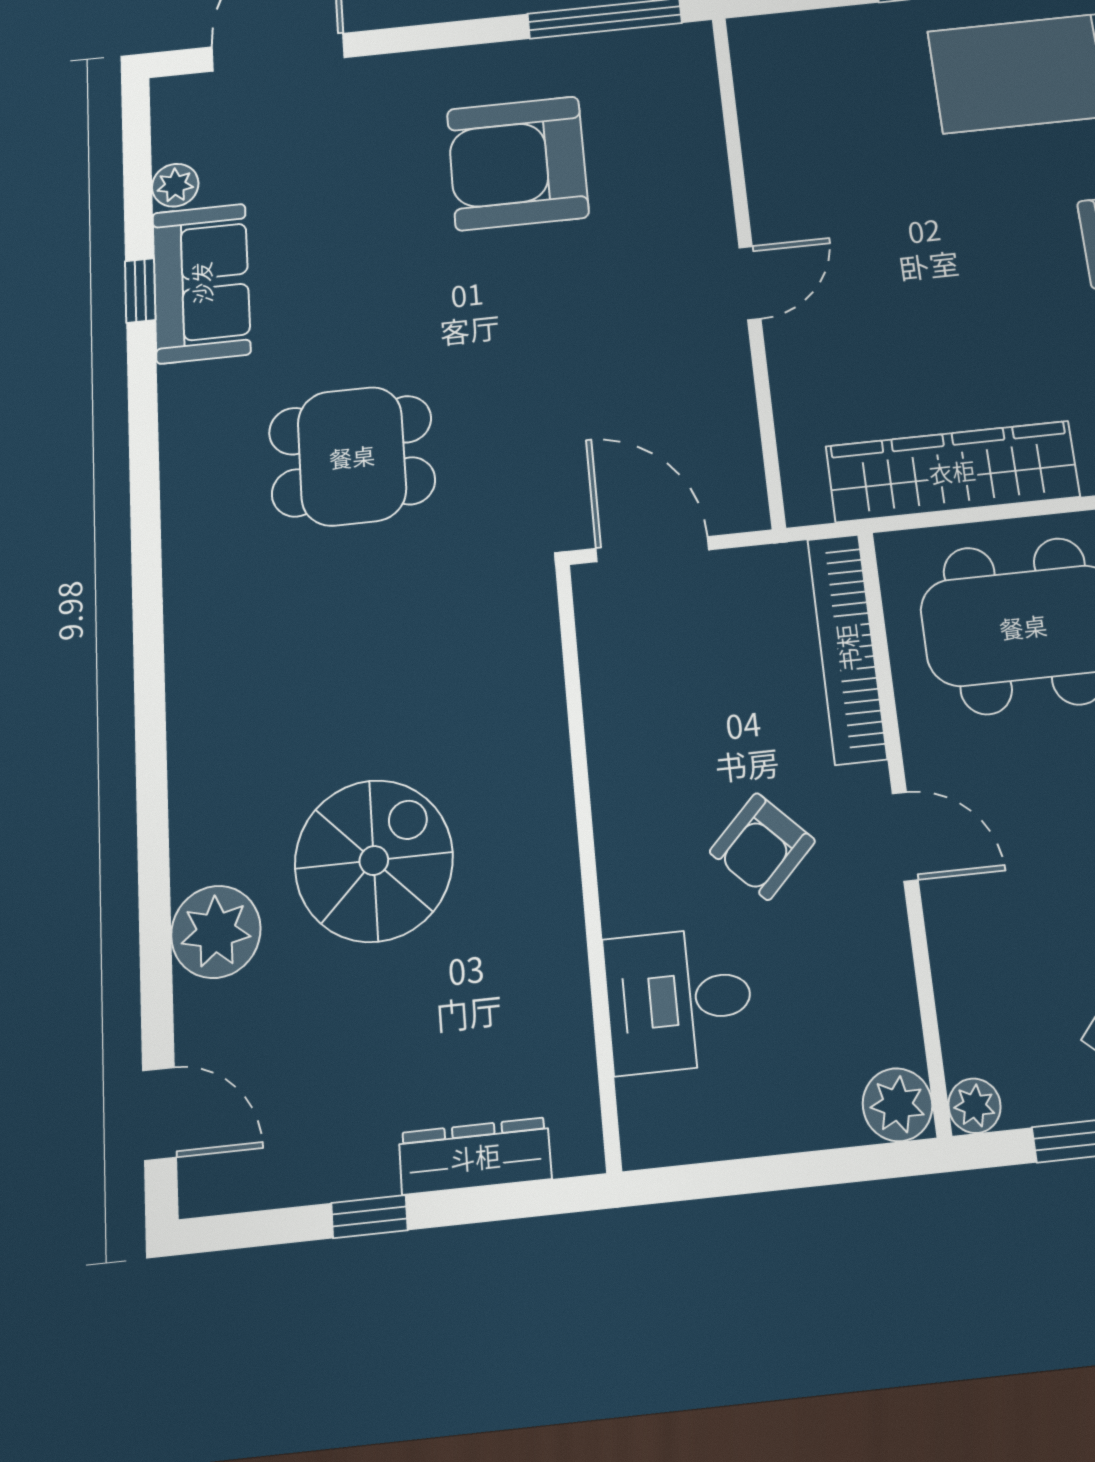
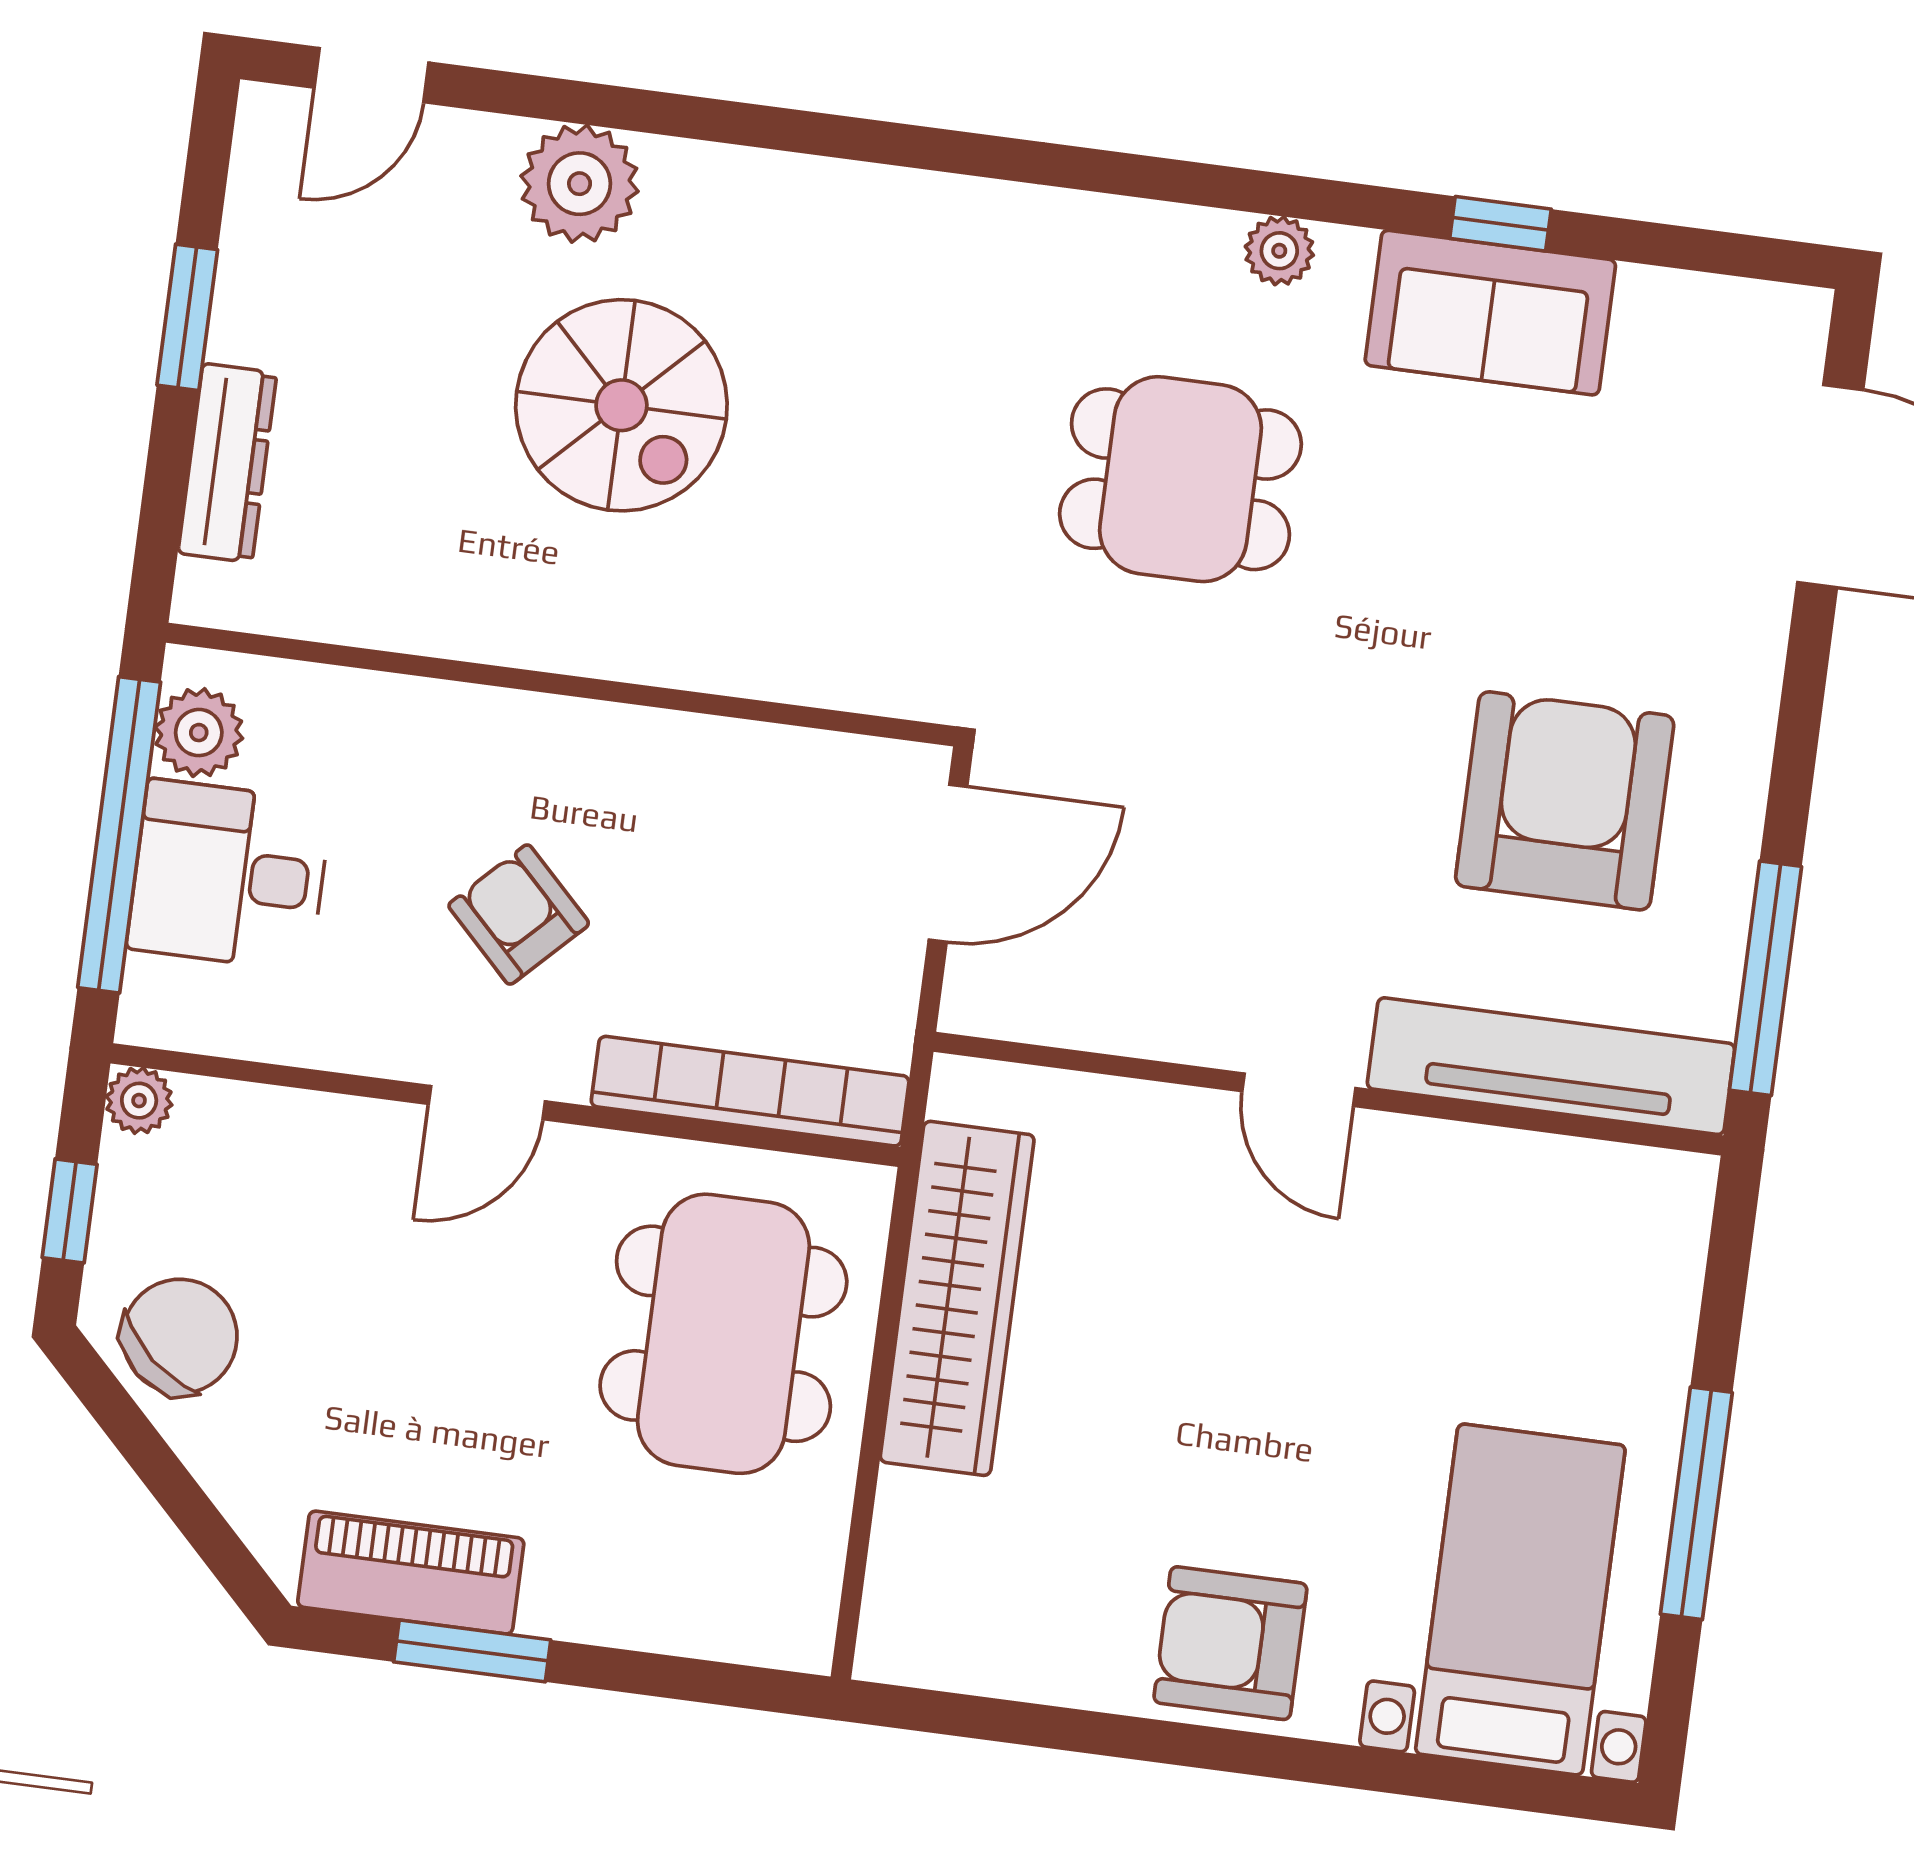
tv unit: (694, 132) -> (1551, 1066), added
plant: (175, 185) -> (1279, 251), moved
dining table: (352, 456) -> (1180, 479), turned 90
desk: (679, 1000) -> (229, 875), moved, turned -90
plant: (897, 1105) -> (199, 733), moved
window: (777, 1173) -> (119, 835), added
window: (369, 1217) -> (187, 317), width x1.50

